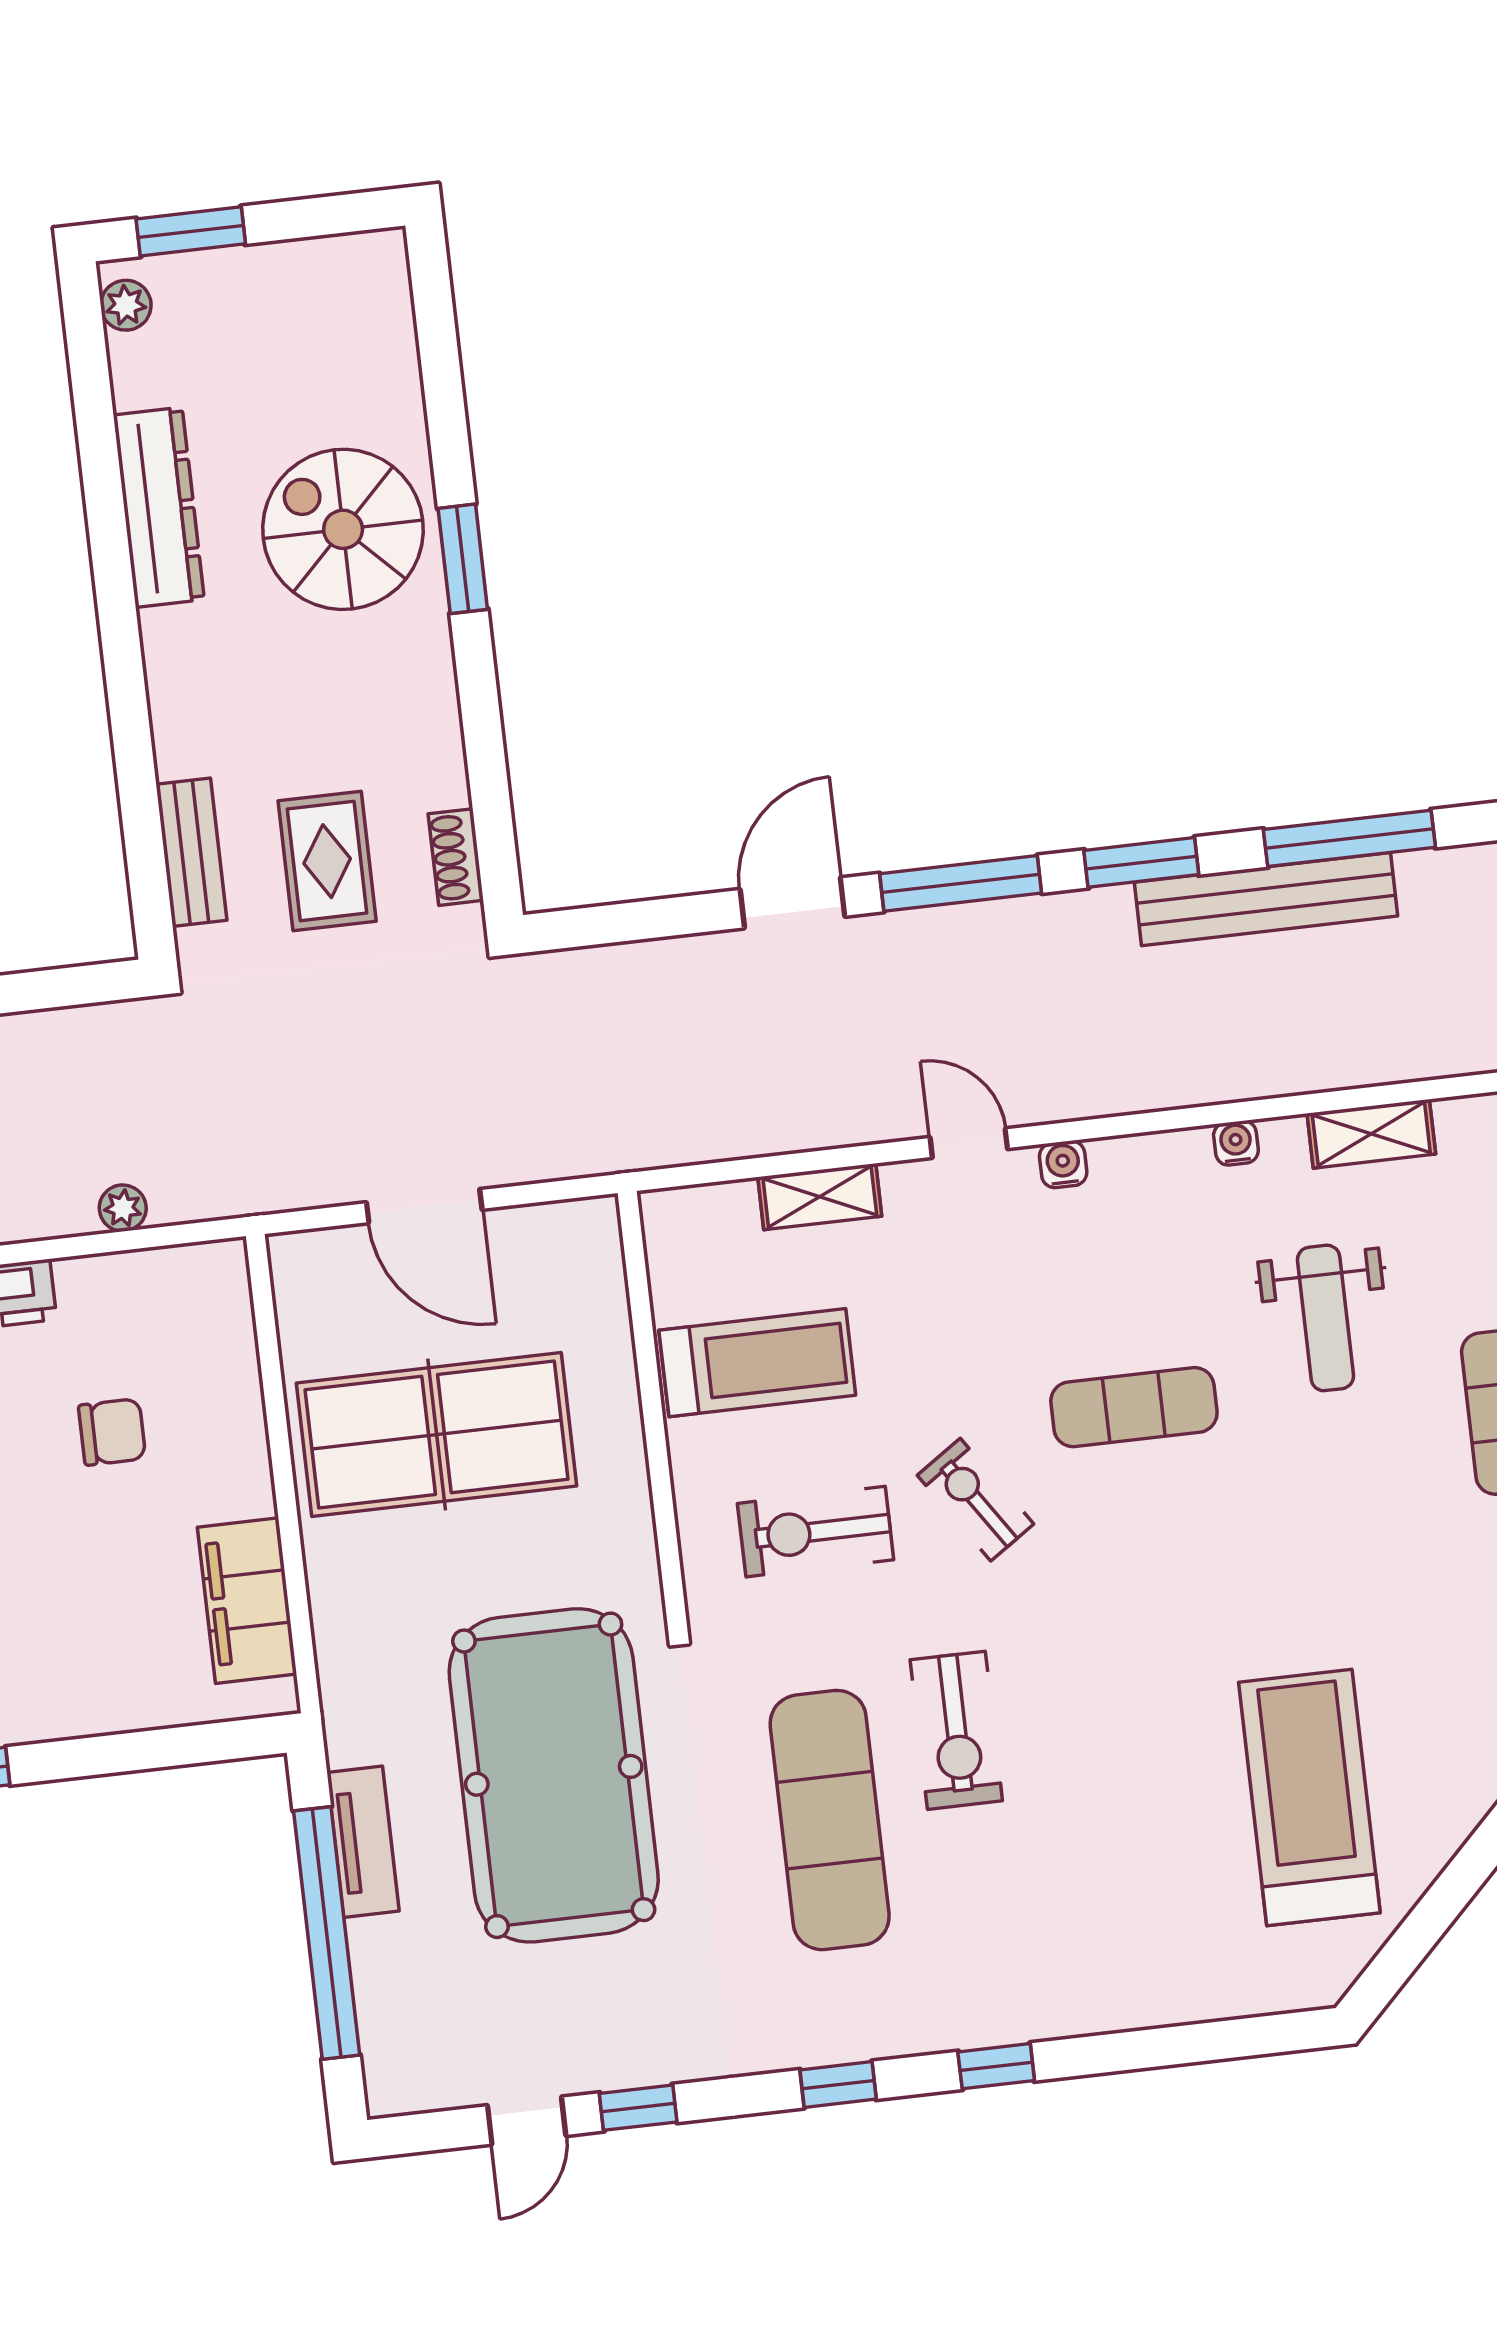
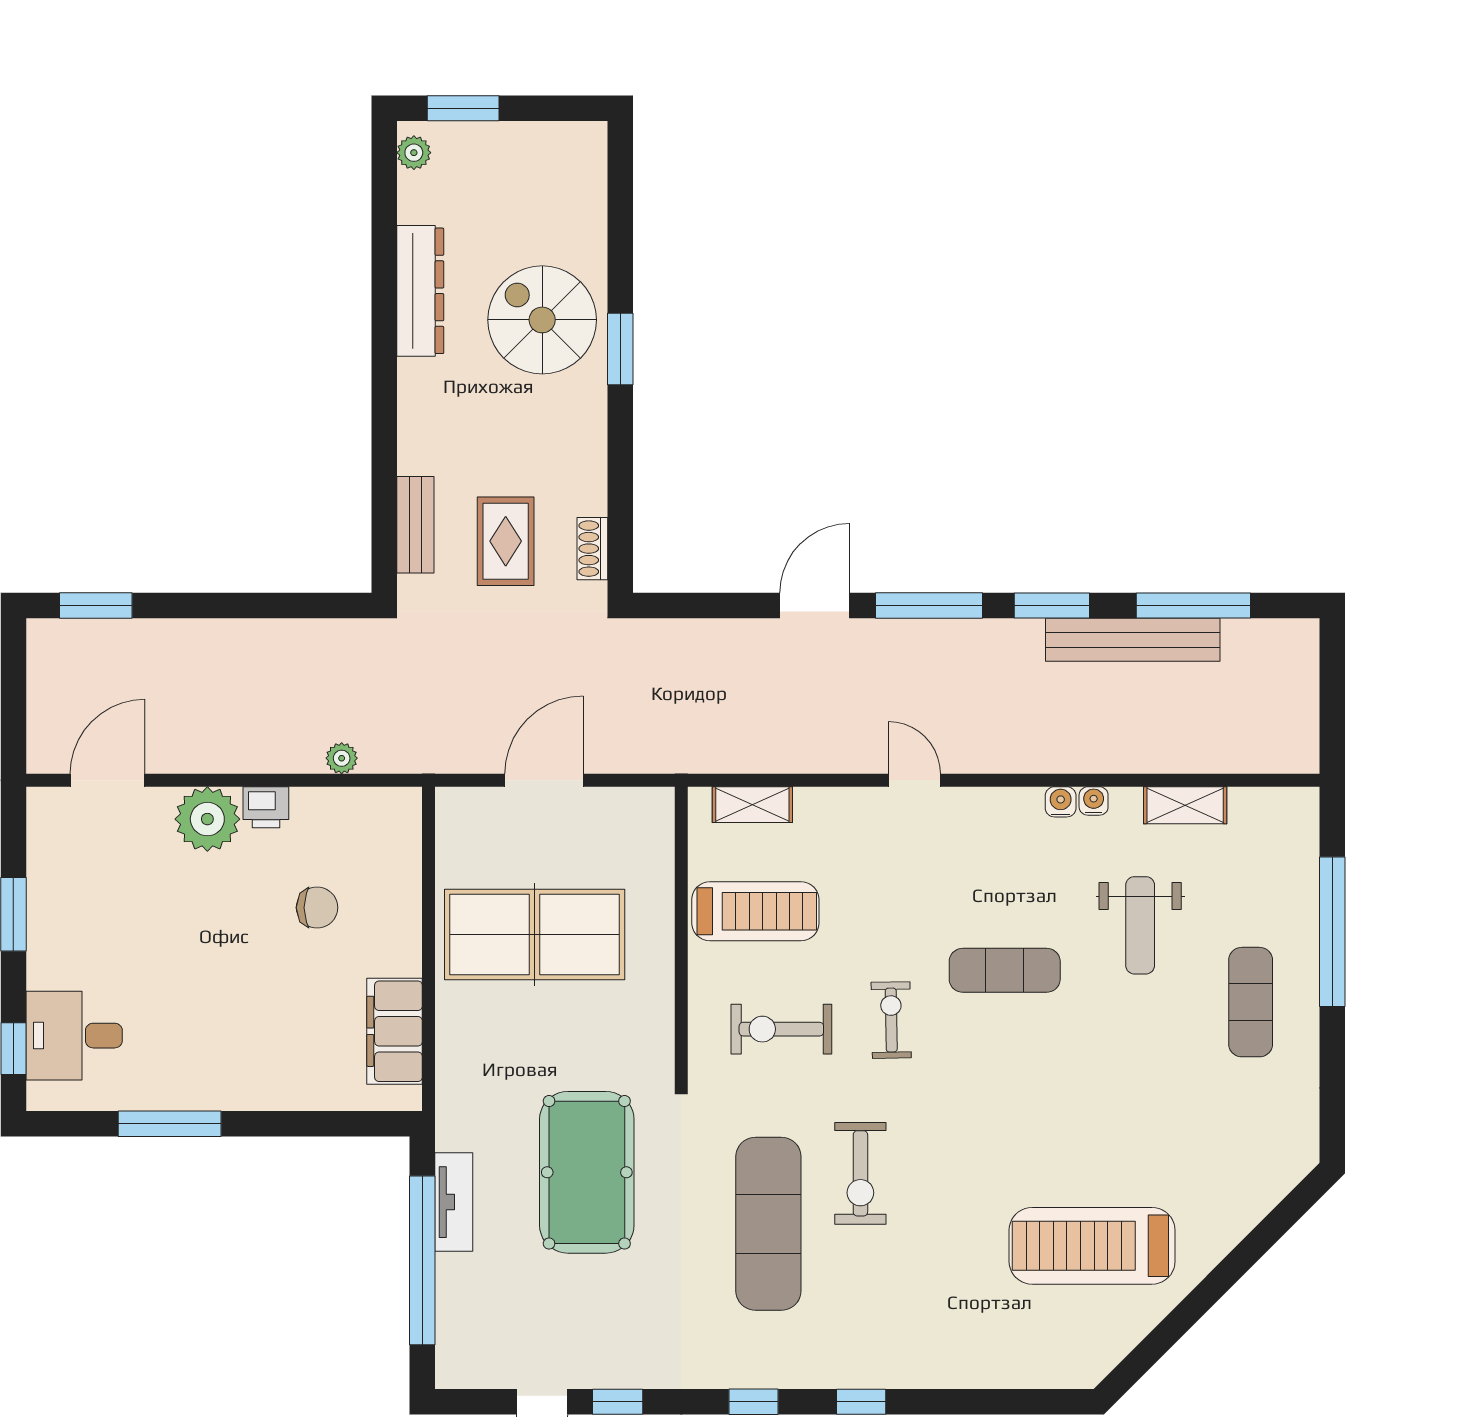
water cooler: (1063, 1164) -> (1061, 802), moved
shelving: (820, 1197) -> (752, 805), moved
door: (424, 1206) -> (544, 780), swing flipped
exercise bike: (975, 1500) -> (891, 1020), turned 33
pool table: (554, 1775) -> (587, 1172), width x0.73, depth x0.76
treadmill: (1309, 1797) -> (1092, 1246), turned -90

